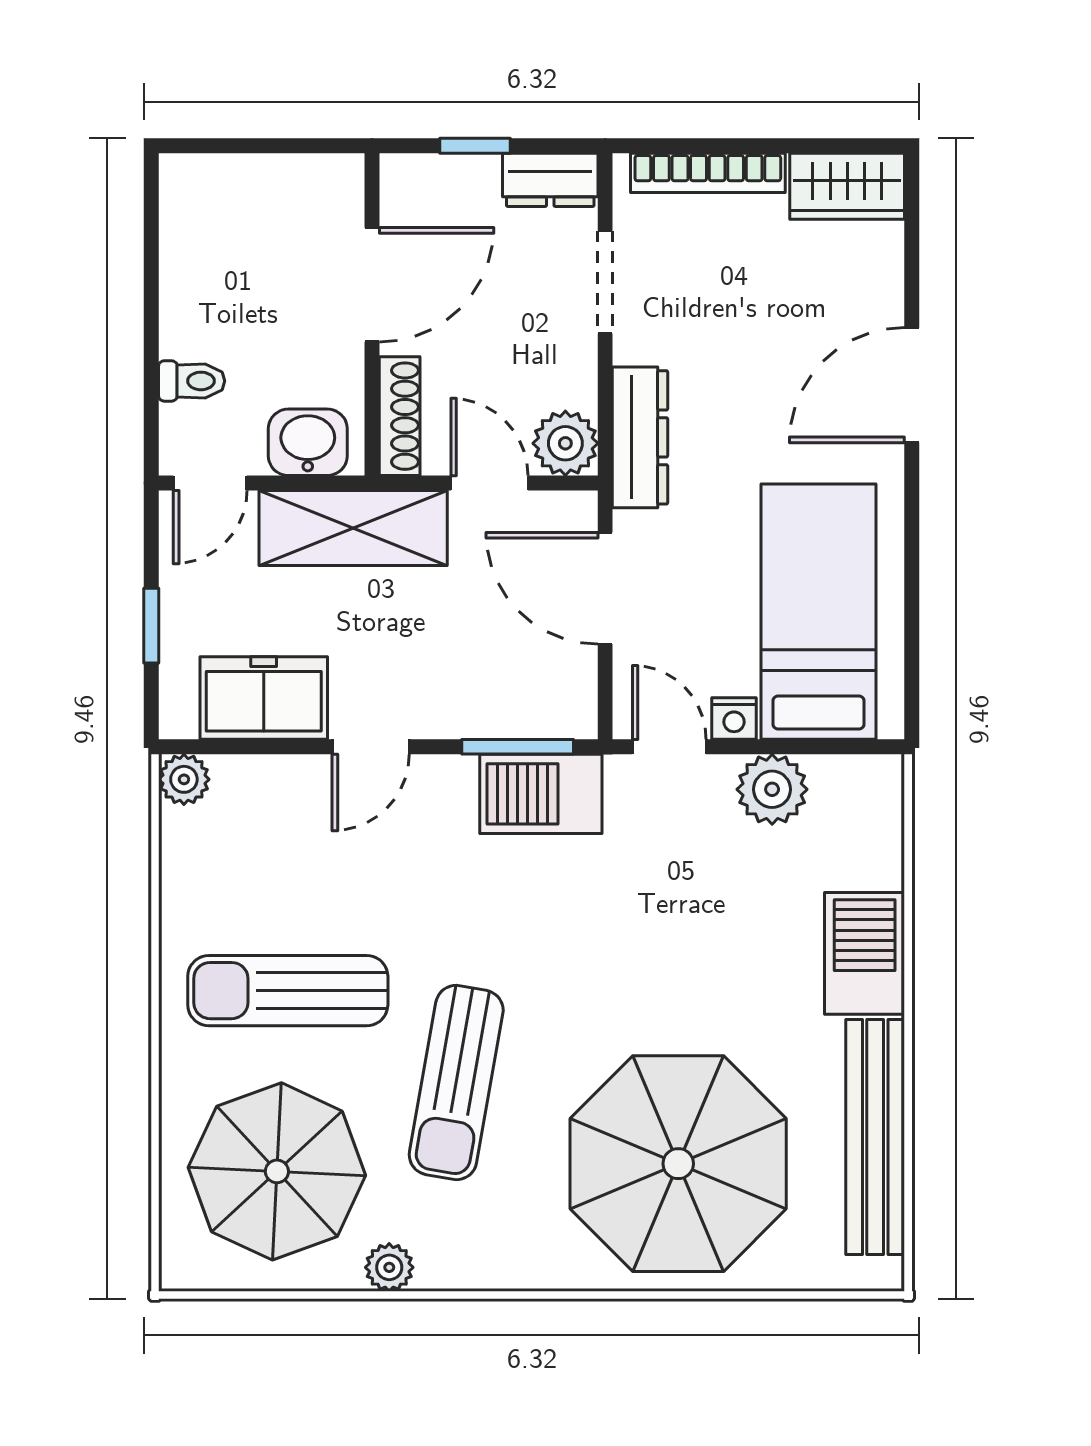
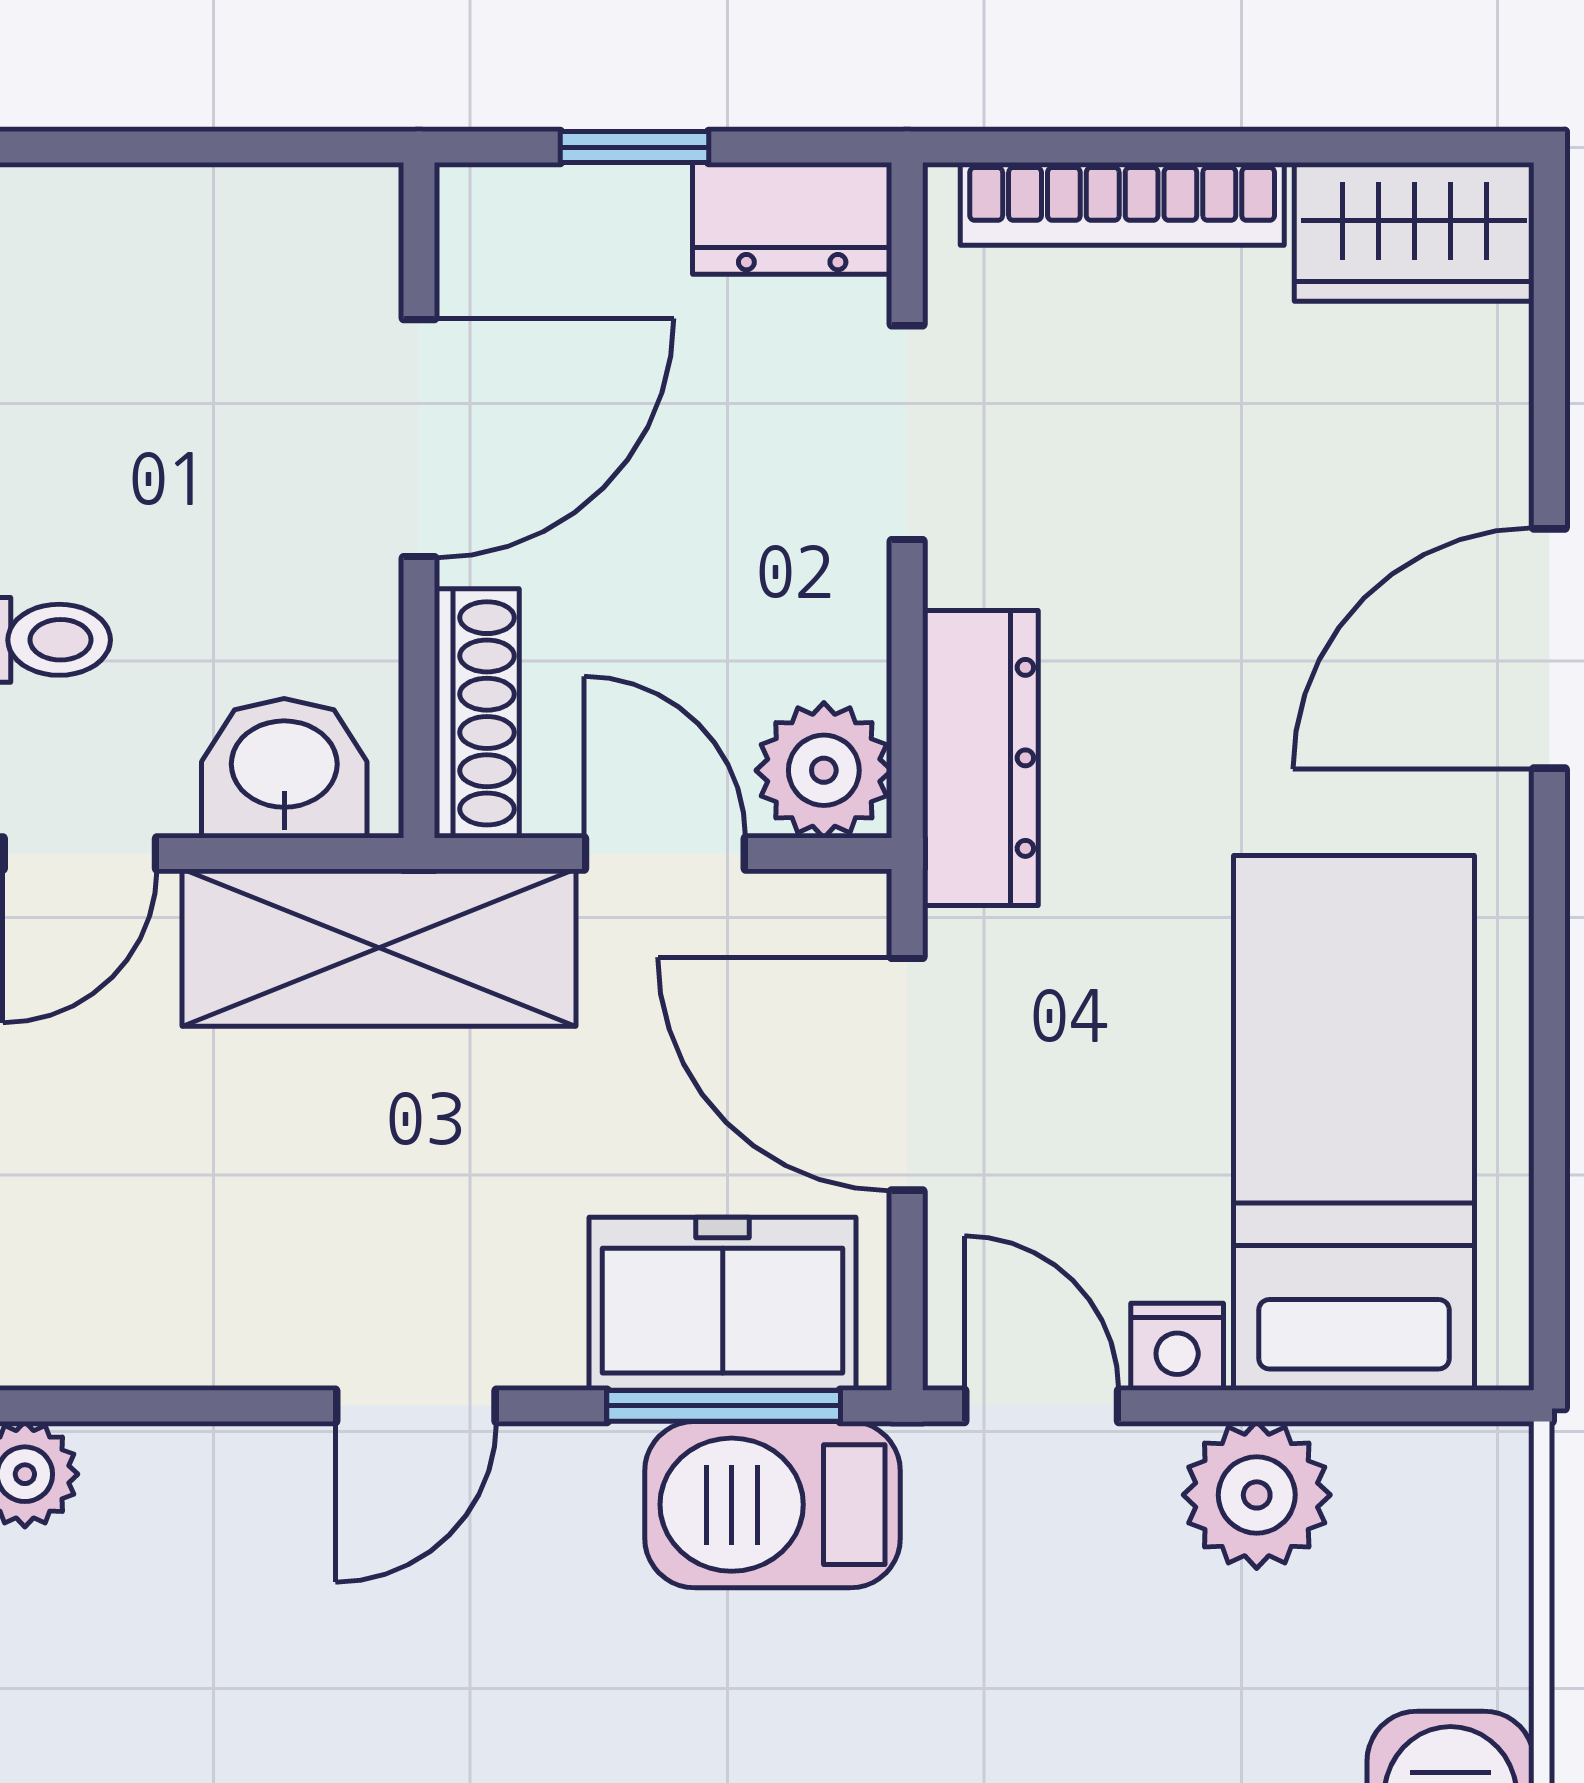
freezer: (264, 698) -> (723, 1304), moved

